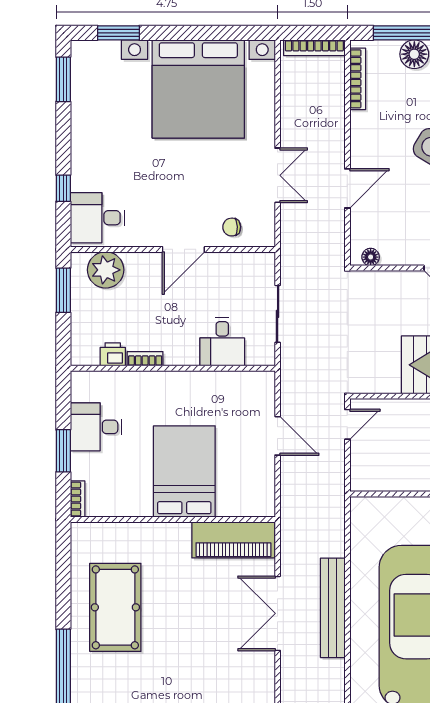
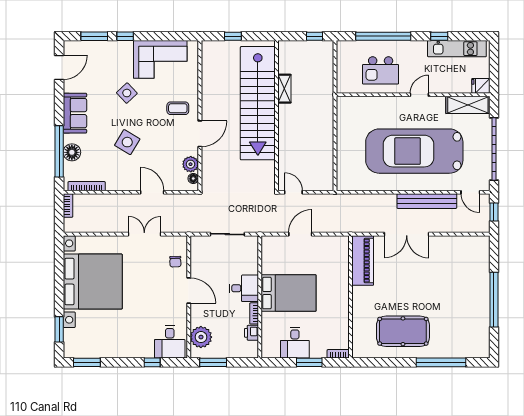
bookcase: (314, 48) -> (68, 206), width x0.64
plant: (394, 252) -> (191, 164), added
desk: (222, 342) -> (244, 288), moved
bed: (184, 472) -> (289, 293), moved, turned 180
bench: (333, 608) -> (427, 201), moved

